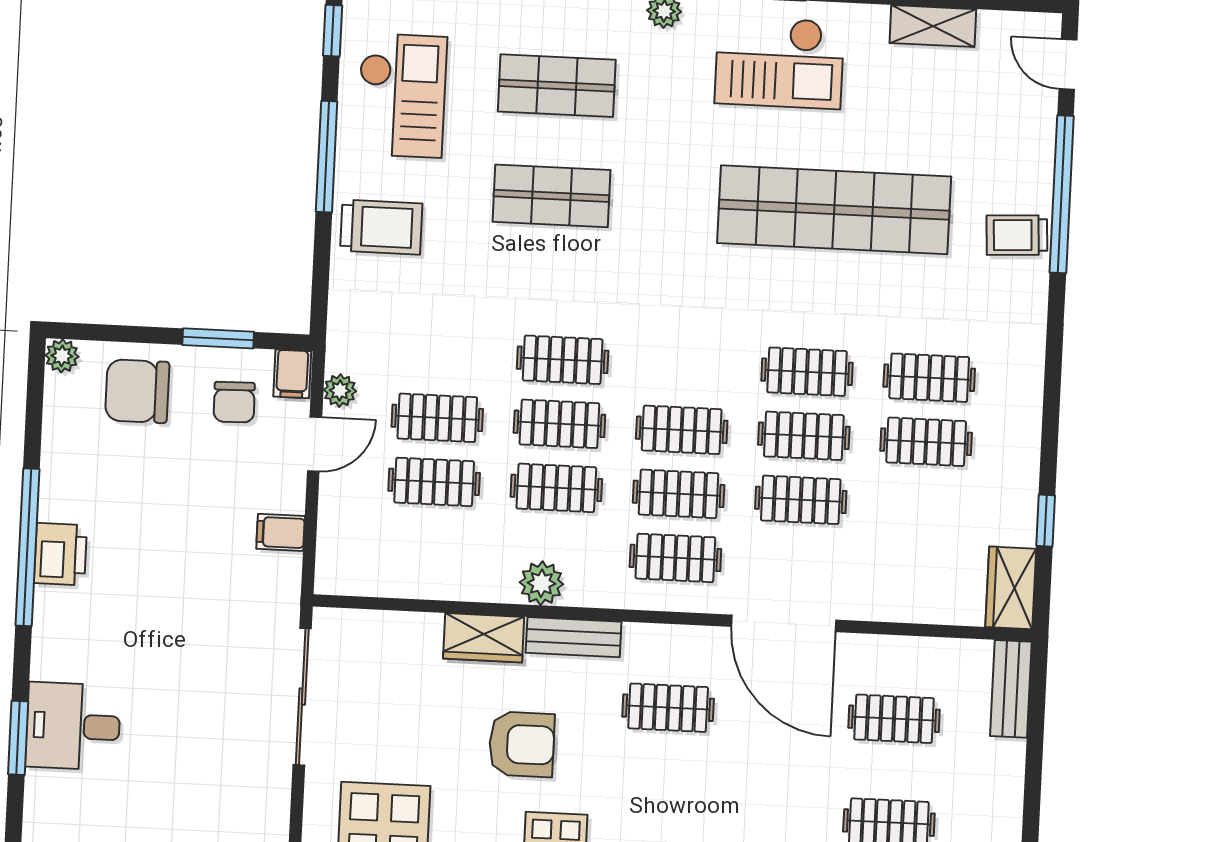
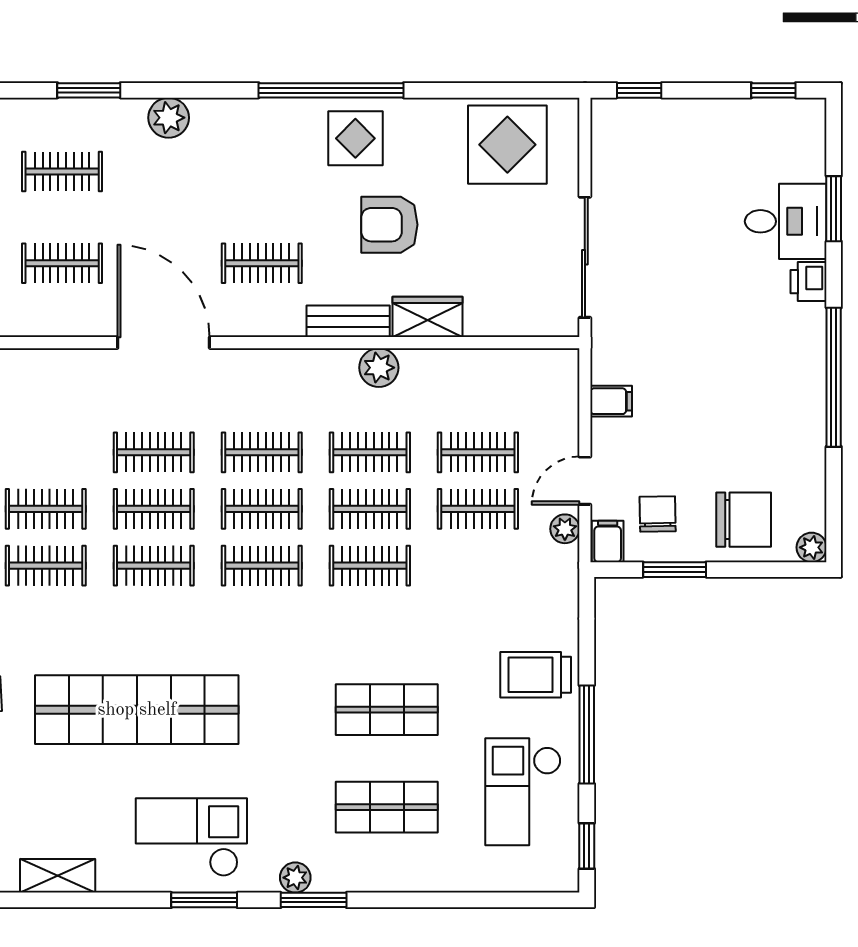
printer: (60, 554) -> (809, 282), moved, width x0.73, depth x0.81
clothes rail: (675, 558) -> (262, 566), moved

